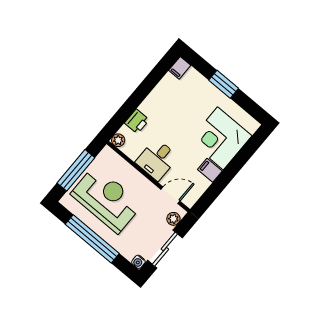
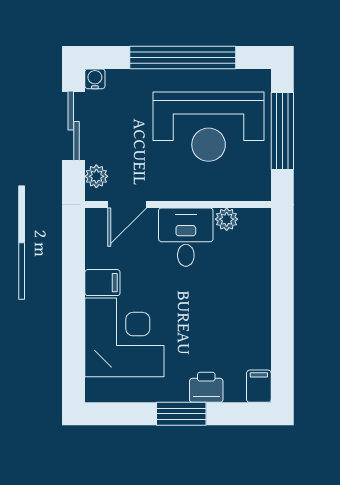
printer: (137, 121) -> (206, 387), moved, turned 90
plant: (118, 140) -> (227, 219), moved

